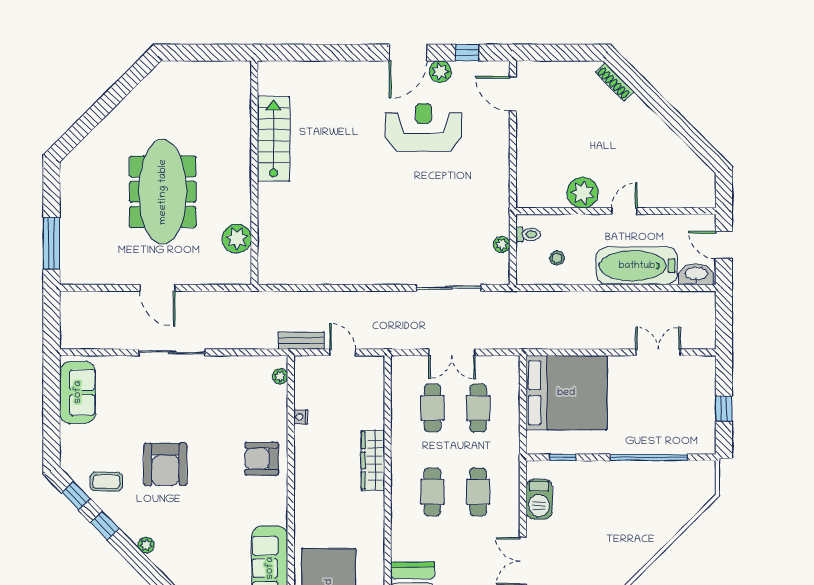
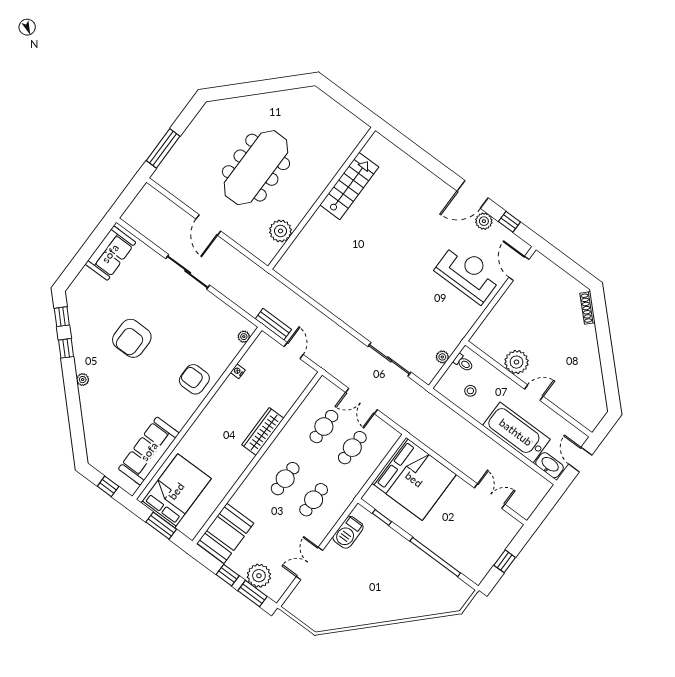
reception desk: (424, 127) -> (468, 273), moved
coffee table: (106, 482) -> (87, 322), removed

